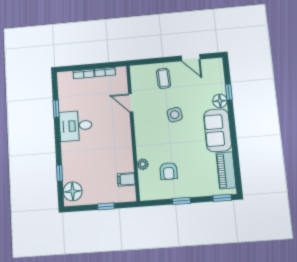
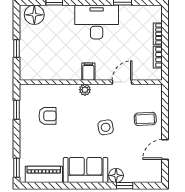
desk: (76, 126) -> (97, 22), width x1.37
plant: (143, 164) -> (85, 90), moved
armchair: (169, 171) -> (48, 116), turned 180
filing cabinet: (126, 179) -> (88, 72), moved
window: (182, 201) -> (16, 110), moved

